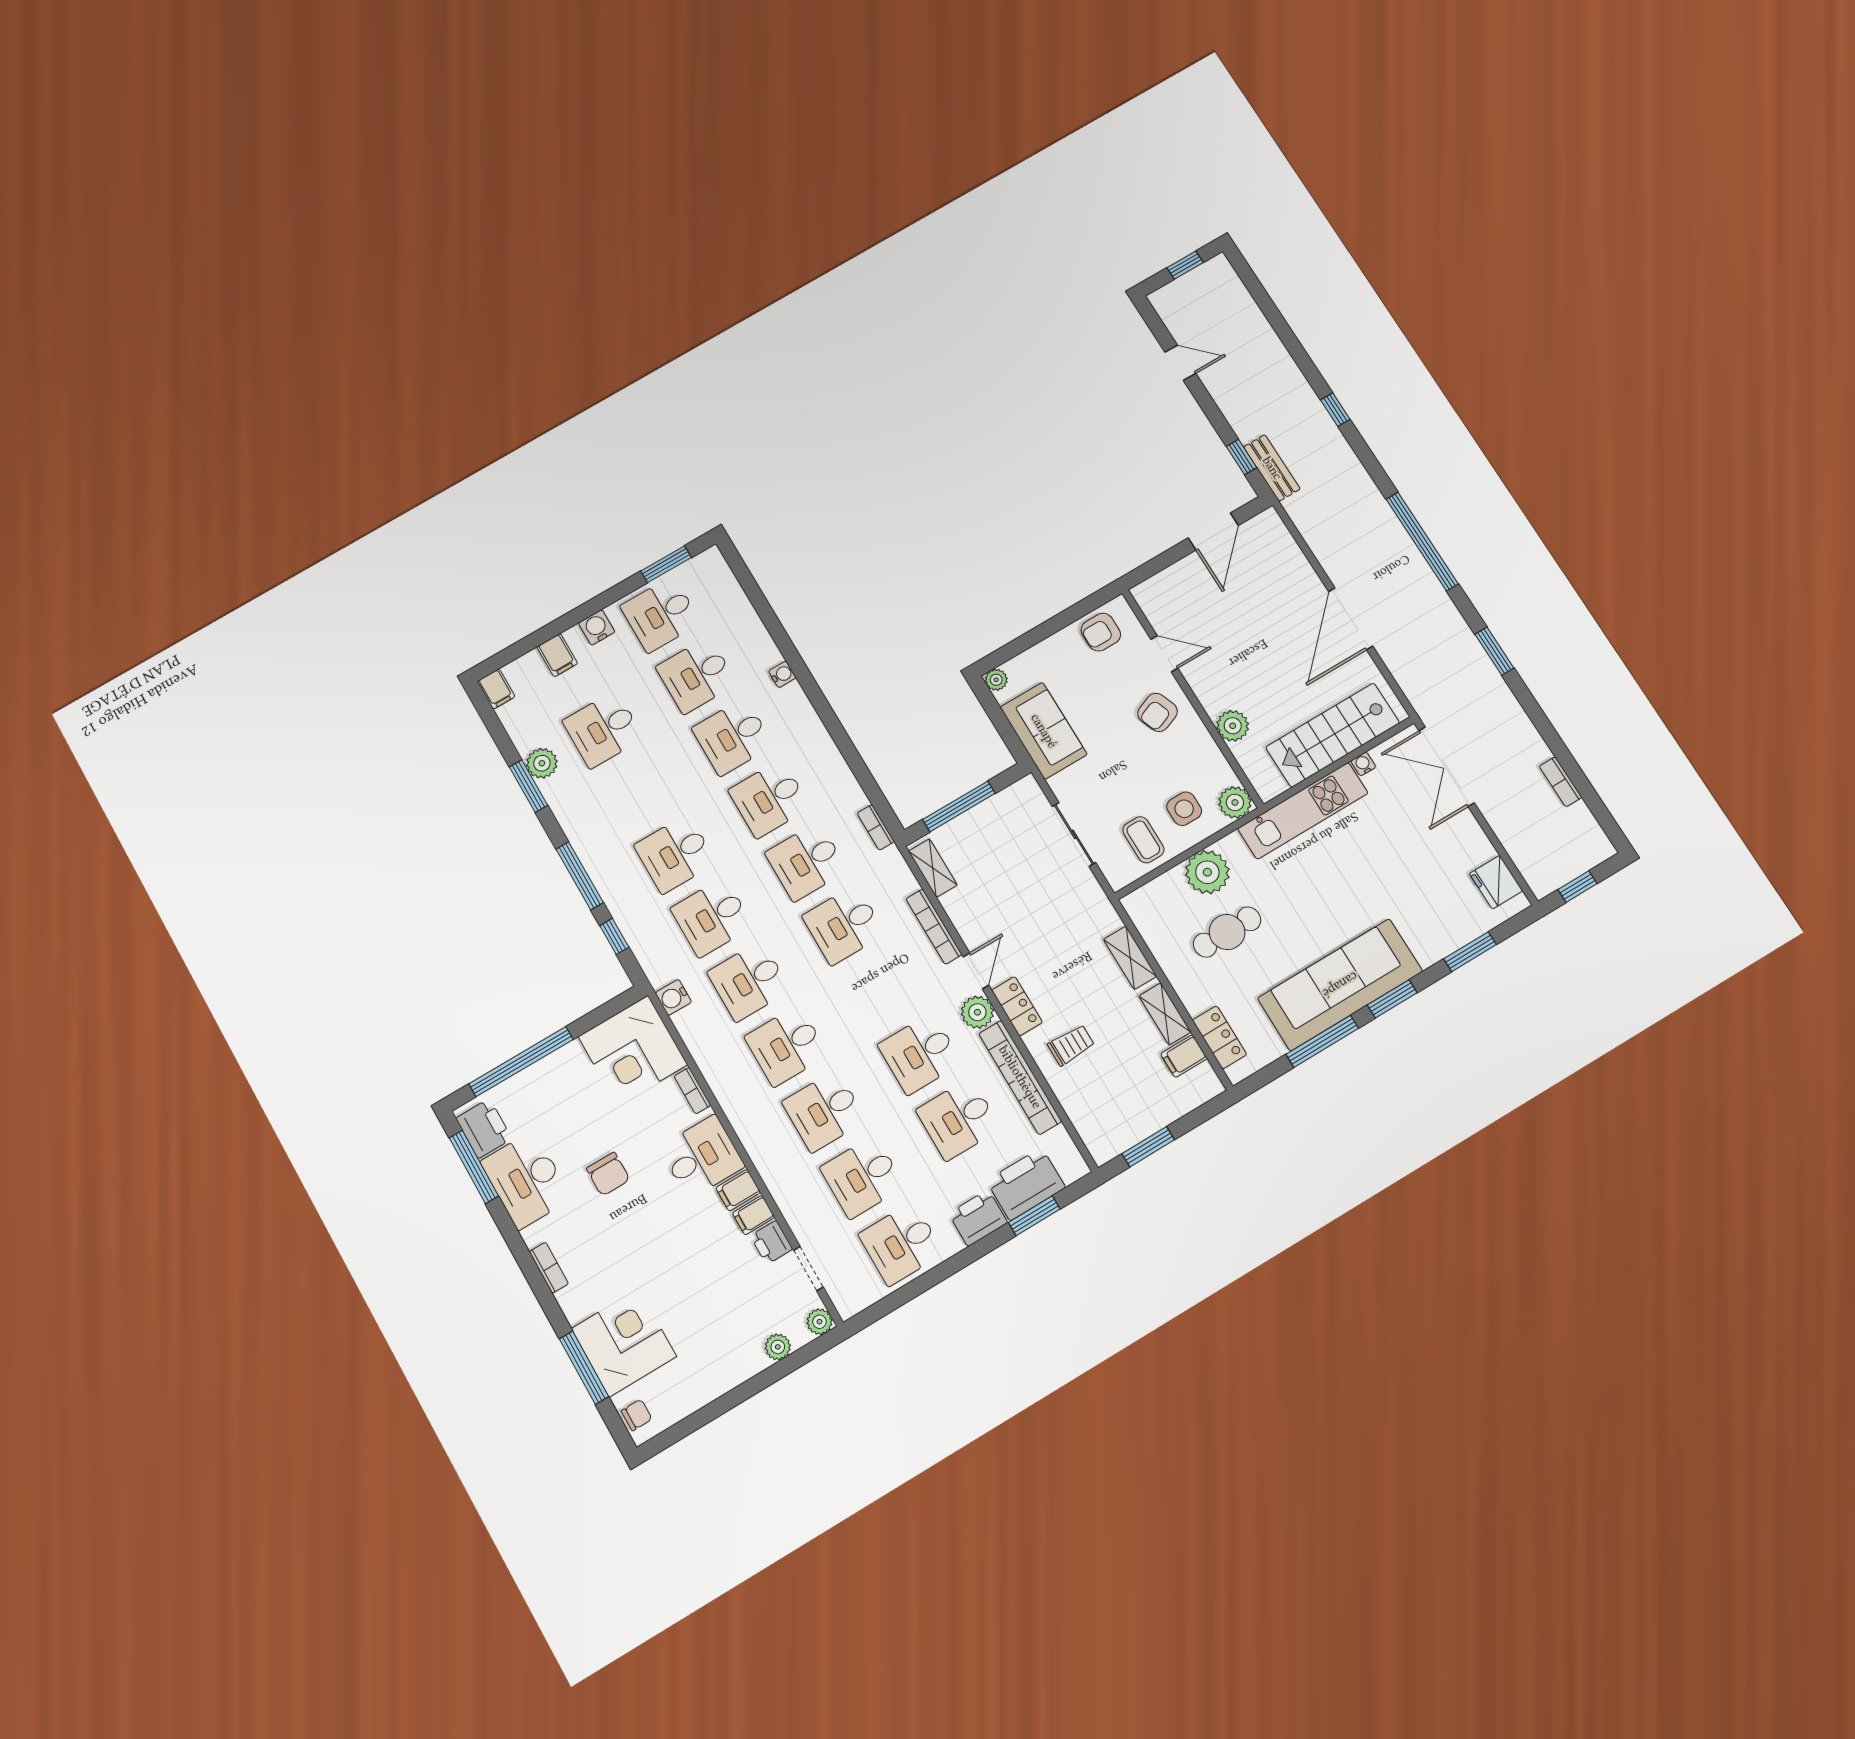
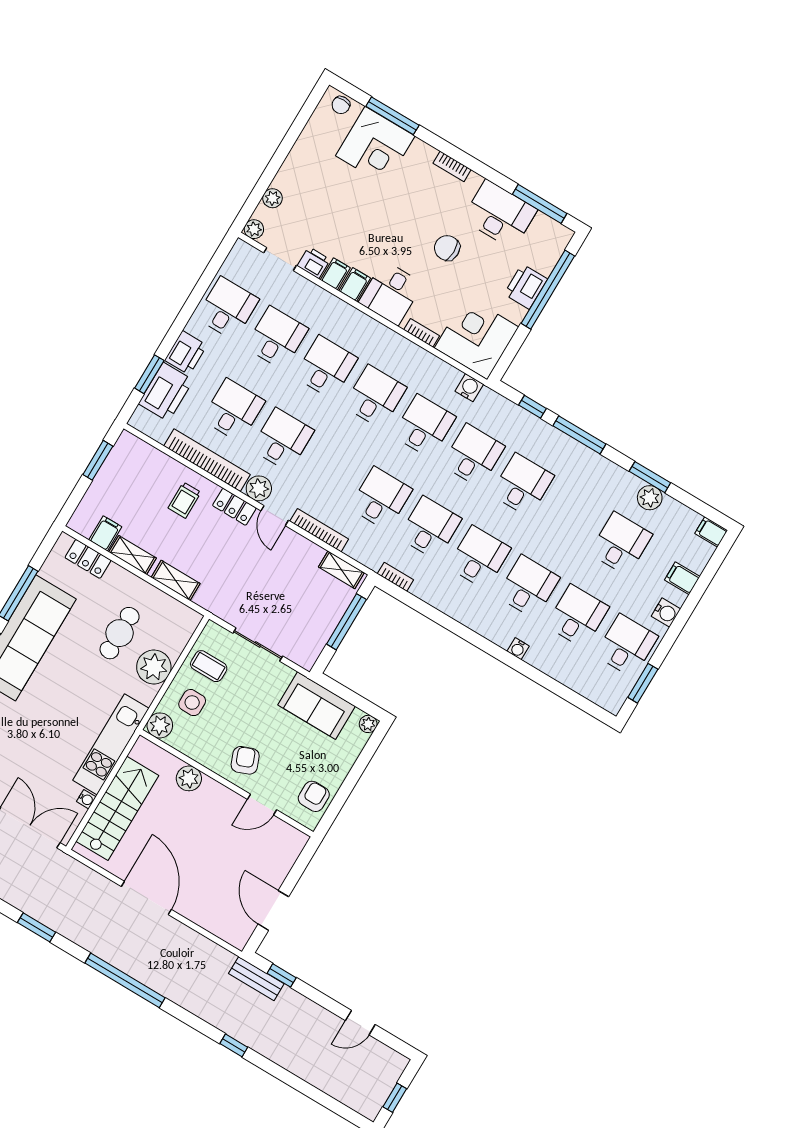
printer: (484, 1128) -> (526, 287), moved, turned 90

